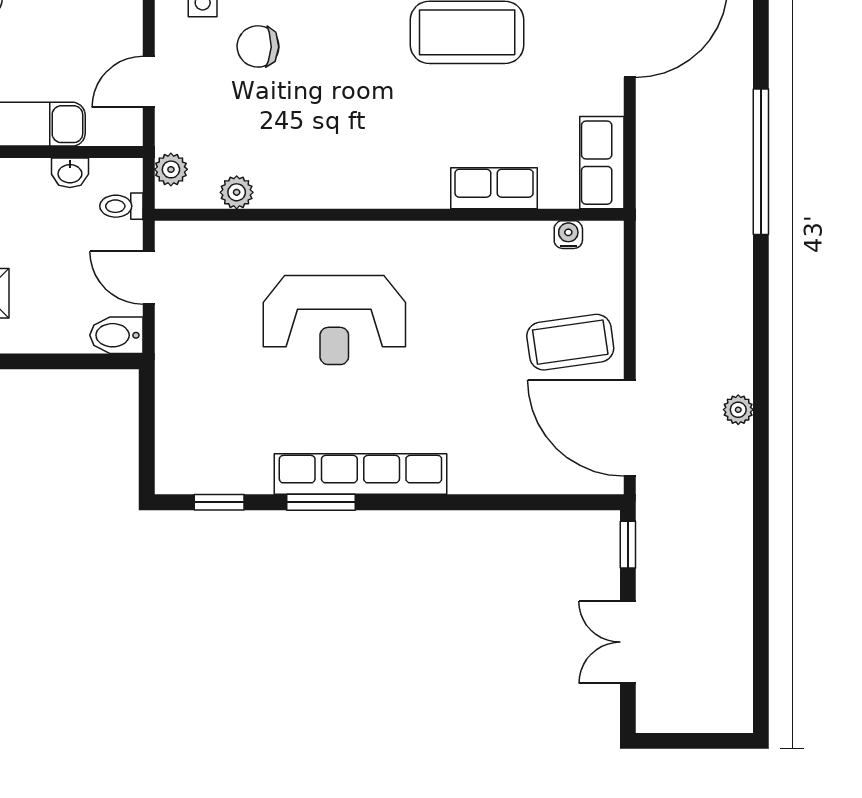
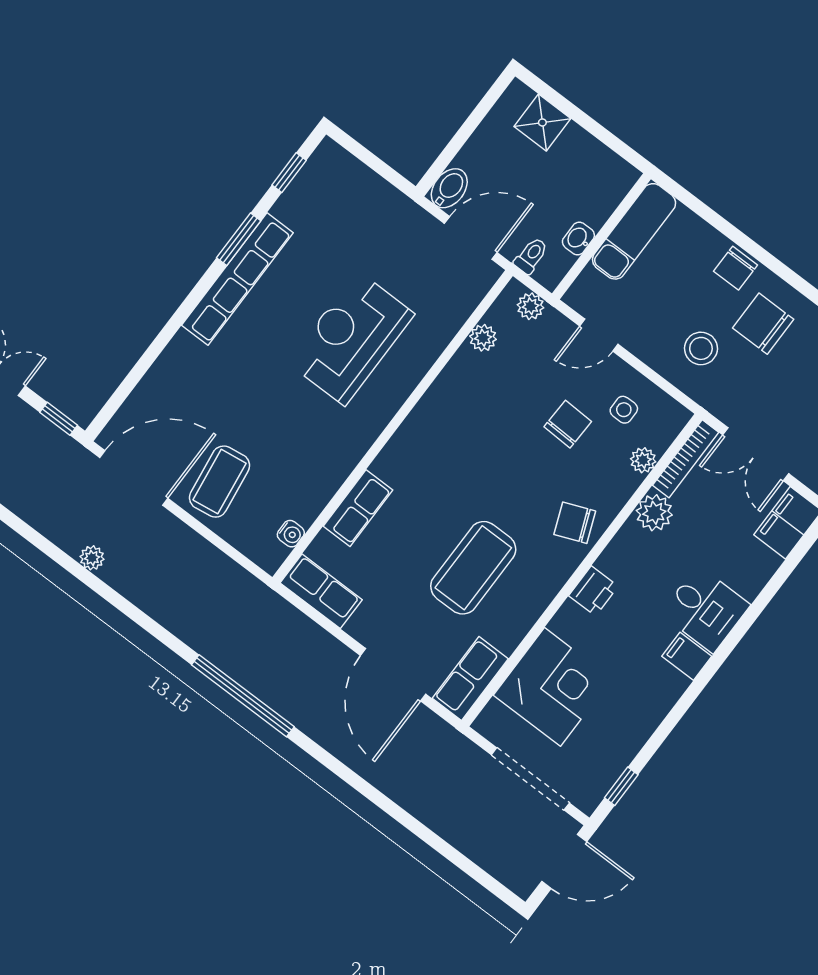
door: (149, 82) -> (599, 335), swing flipped
door: (149, 278) -> (471, 238), width x1.37

